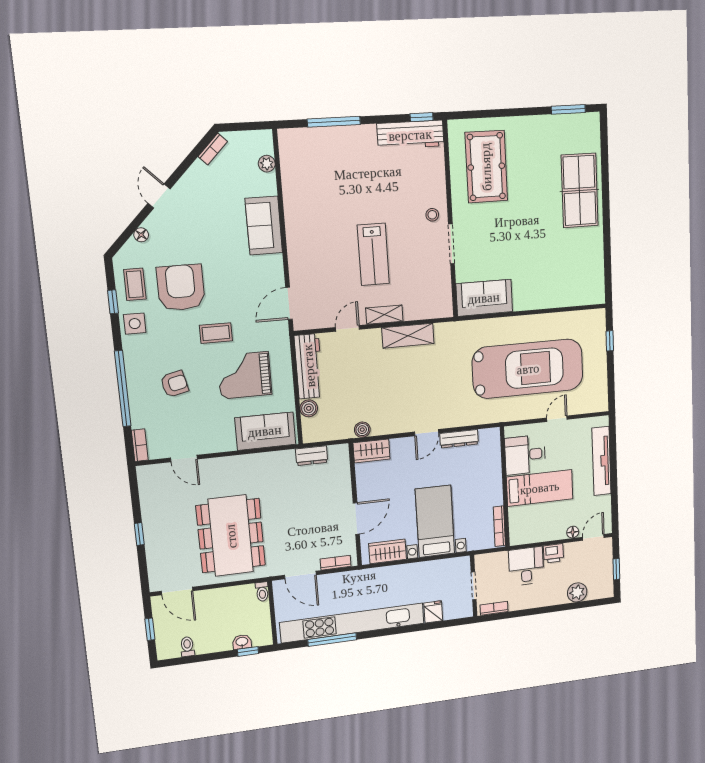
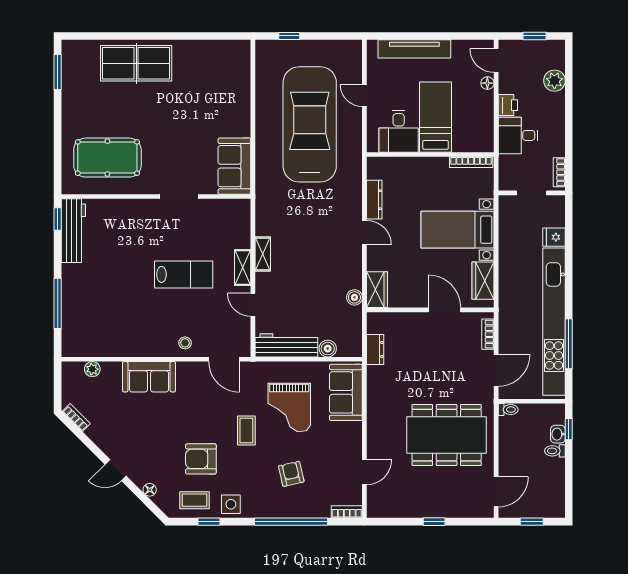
stool: (432, 215) -> (185, 343), moved
armchair: (181, 288) -> (201, 459), width x0.73, depth x0.73
shelving: (408, 336) -> (263, 254), width x0.67, depth x0.75
toilet: (187, 647) -> (555, 451), moved

